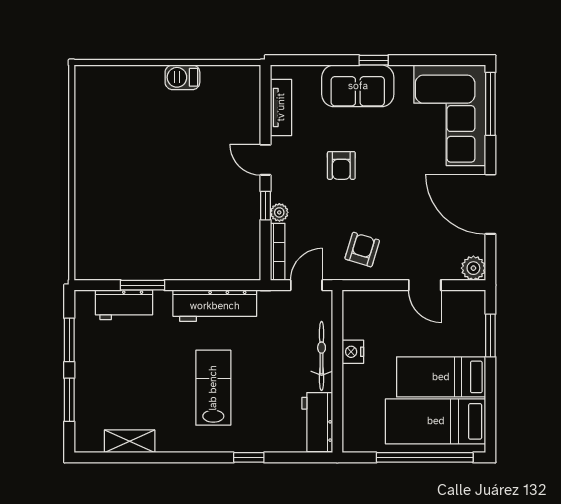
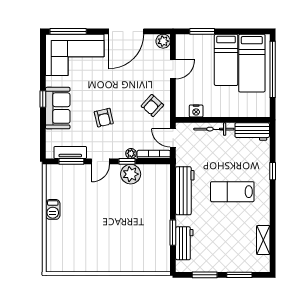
window: (266, 109) -> (71, 161), added
armchair: (341, 165) -> (104, 118), turned 77
plant: (244, 212) -> (131, 174), added
armchair: (362, 250) -> (152, 106), turned -65
nightstand: (353, 352) -> (196, 111), moved

